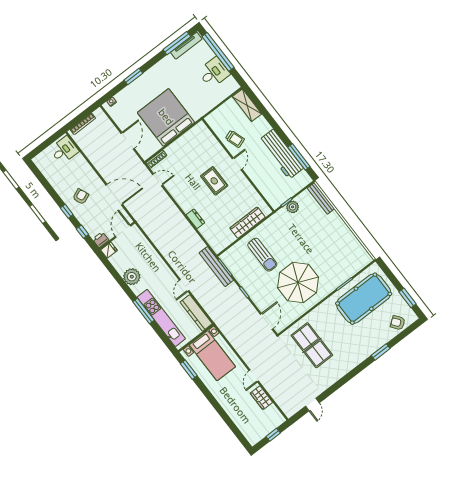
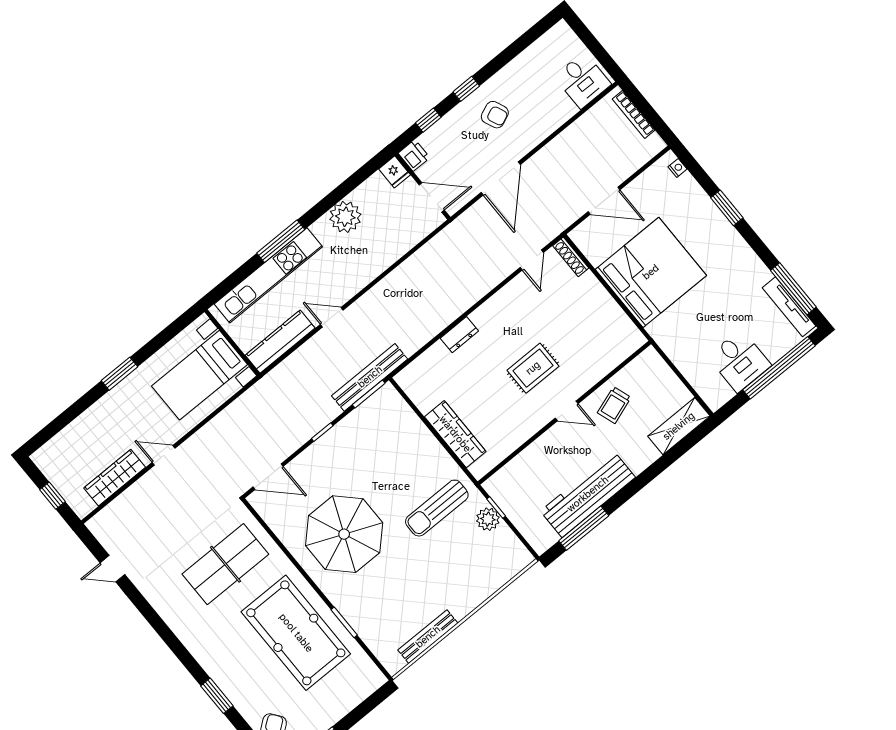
bench: (321, 198) -> (428, 637), moved
sun lounger: (262, 255) -> (437, 508), moved
pool table: (364, 299) -> (296, 633), moved
window: (189, 370) -> (120, 374), moved
wardrobe: (261, 398) -> (115, 478), width x1.50

